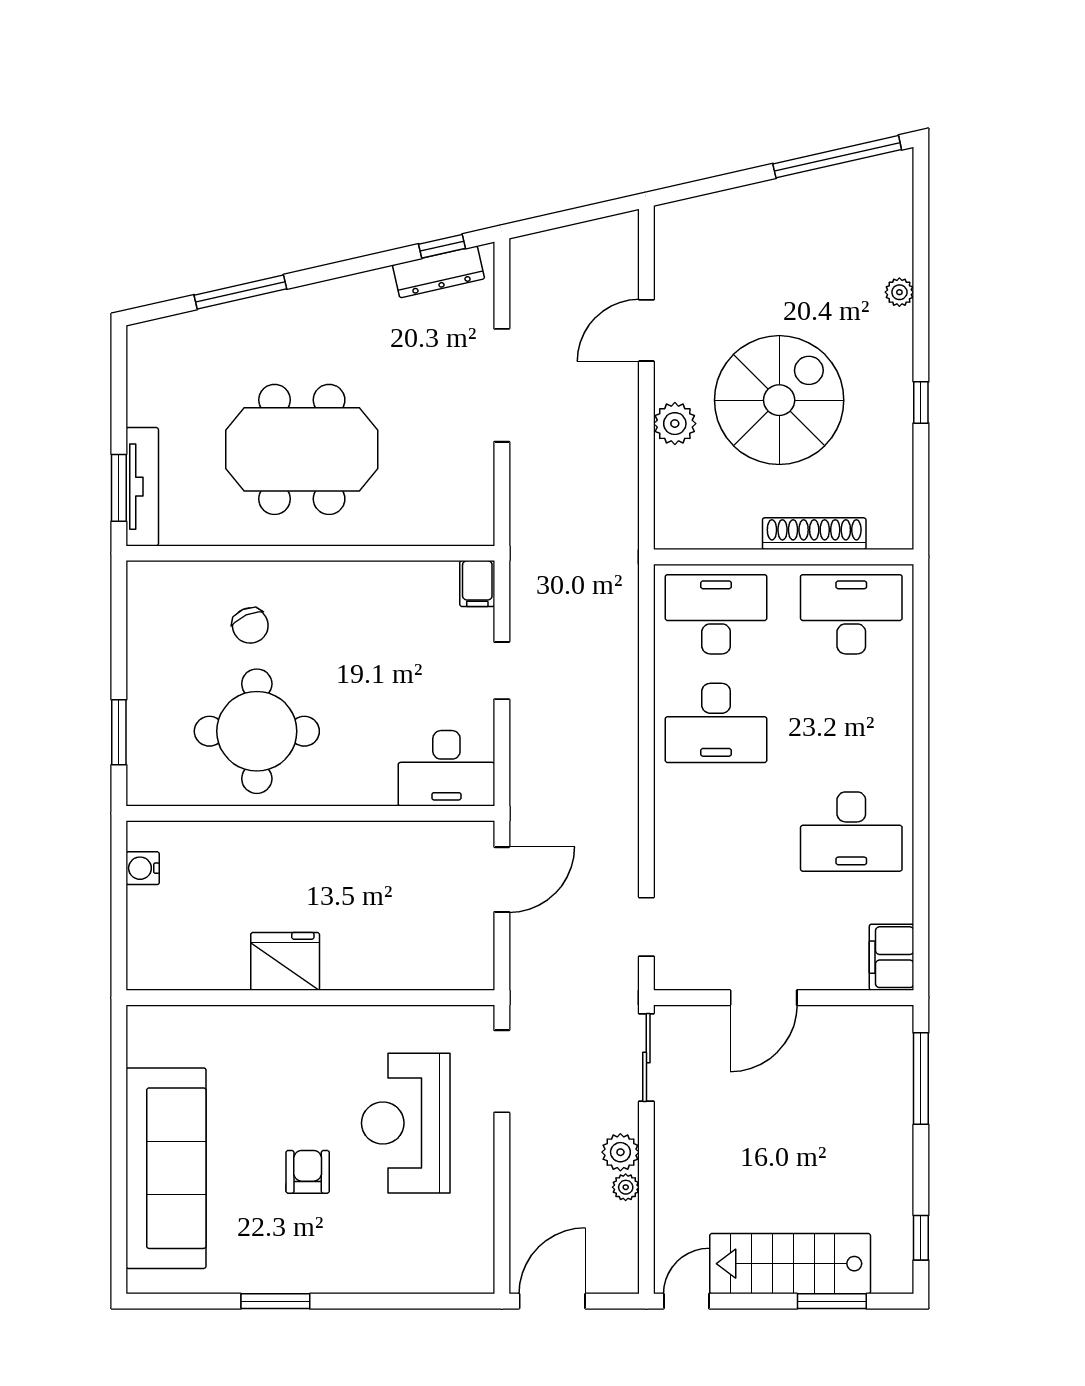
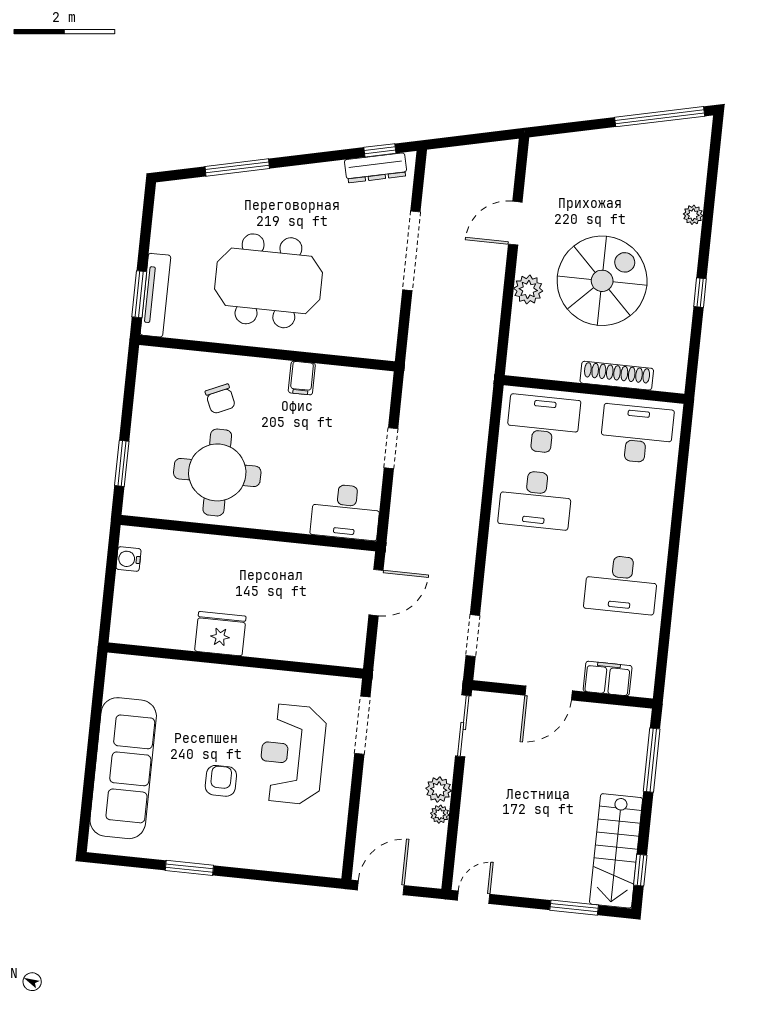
filing cabinet: (477, 584) -> (302, 378), moved
filing cabinet: (892, 957) -> (608, 678), moved, turned 90
stairs: (790, 1264) -> (616, 851), moved, turned -90

